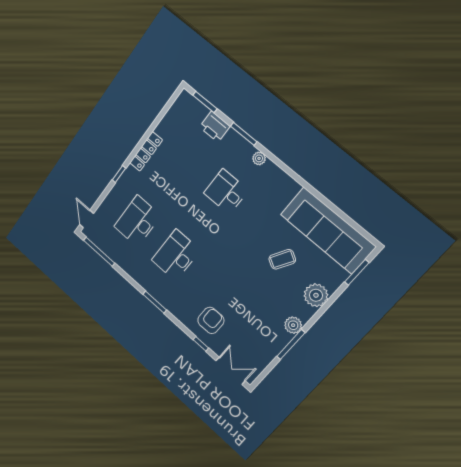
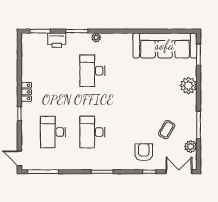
locker: (146, 151) -> (26, 92), width x0.66
desk: (226, 192) -> (92, 71), width x1.37
coffee table: (282, 259) -> (167, 130), moved
plant: (293, 325) -> (191, 147), moved

